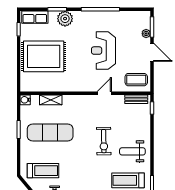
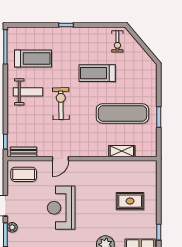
reception desk: (103, 51) -> (61, 208), turned 180
rug: (44, 56) -> (130, 201), width x0.54, depth x0.49
water cooler: (25, 100) -> (151, 151), removed
treadmill: (43, 171) -> (97, 73), moved

